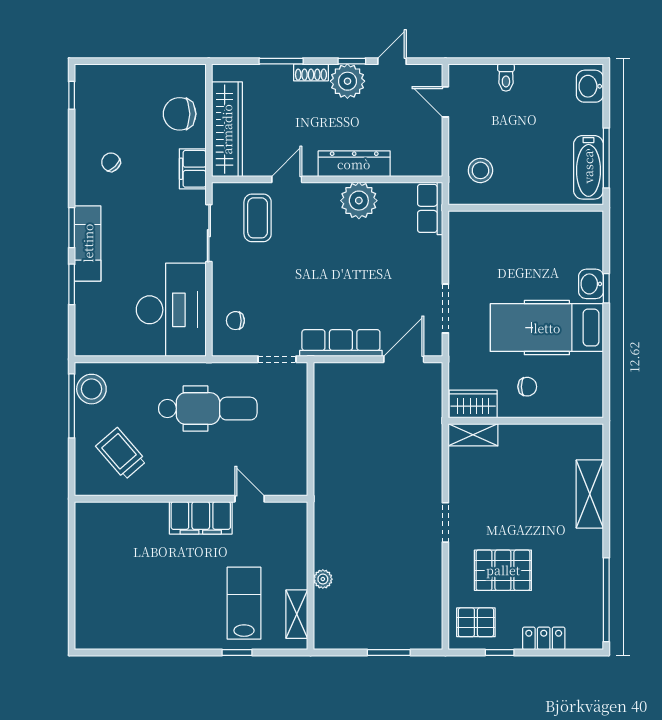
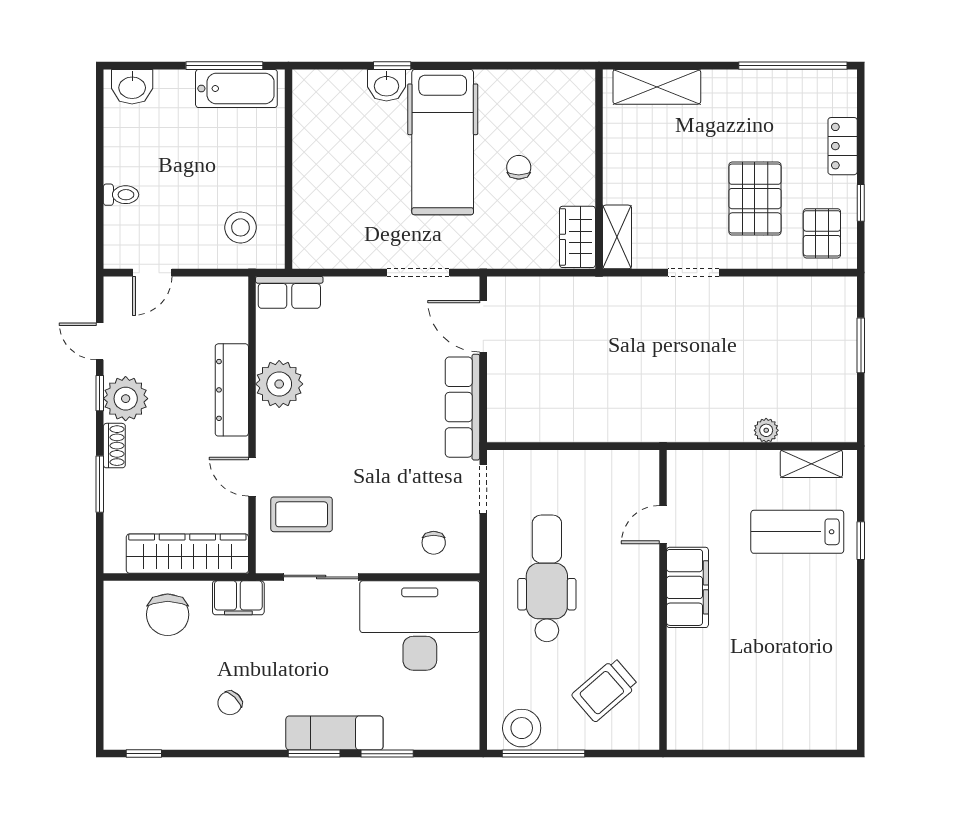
wardrobe: (473, 404) -> (577, 237), moved
wall: (526, 421) -> (599, 169), moved
shelving: (473, 435) -> (617, 237), moved

